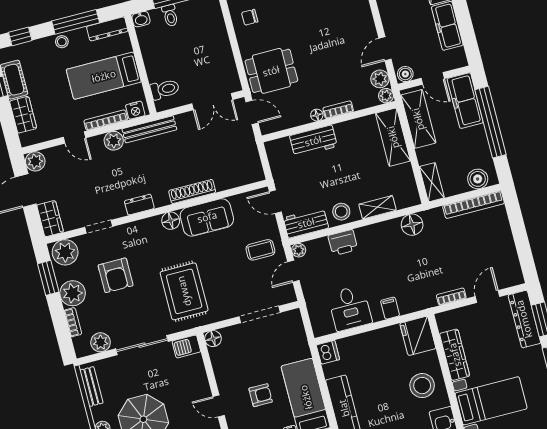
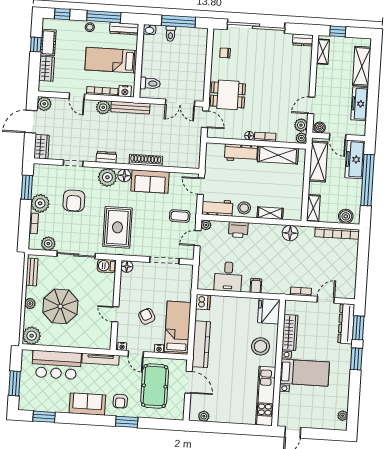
shelving: (393, 137) -> (278, 155), moved, turned 90
plant: (65, 252) -> (107, 177), moved
armchair: (261, 395) -> (147, 316), turned -119

